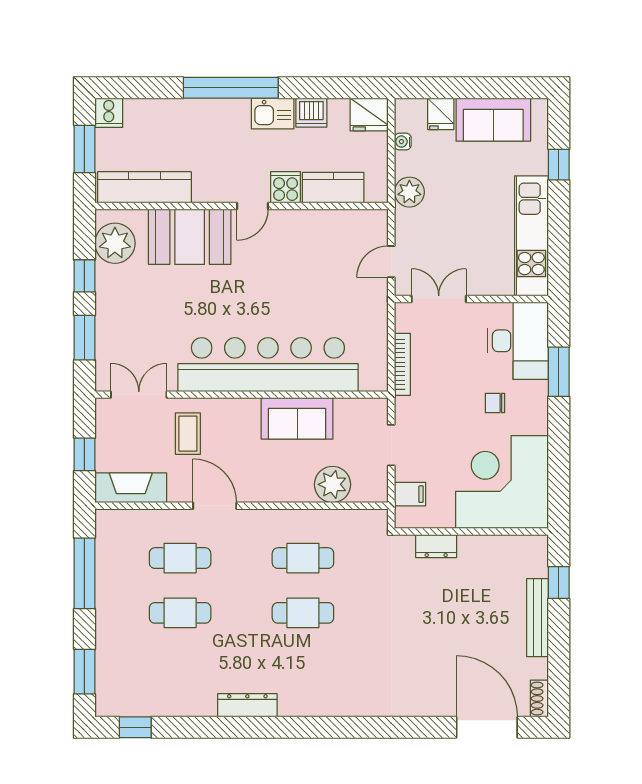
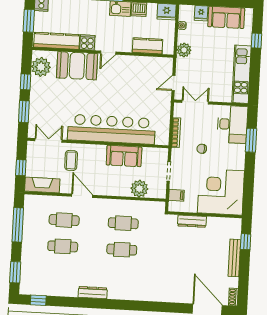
cooker: (286, 187) -> (87, 42), moved
chair: (495, 403) -> (202, 149), moved
dresser: (436, 546) -> (192, 221), width x1.44

